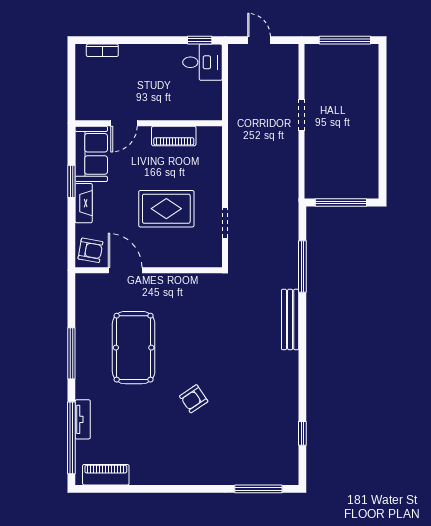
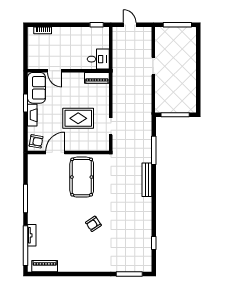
desk: (203, 62) -> (98, 59), moved
door: (124, 123) -> (55, 71), hinge flipped
piano: (174, 136) -> (97, 78), moved
door: (125, 270) -> (55, 152), hinge flipped
pool table: (134, 348) -> (82, 177), moved

